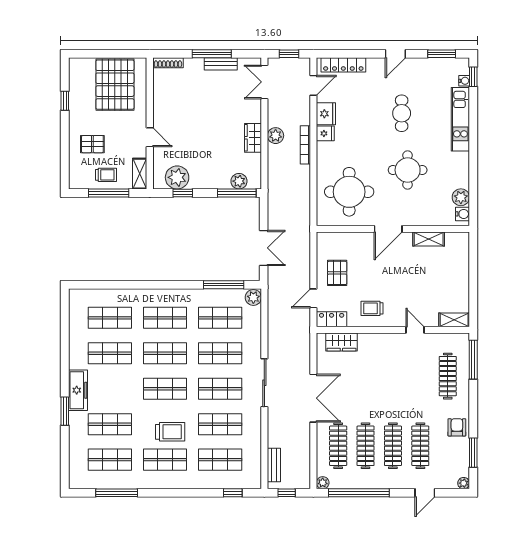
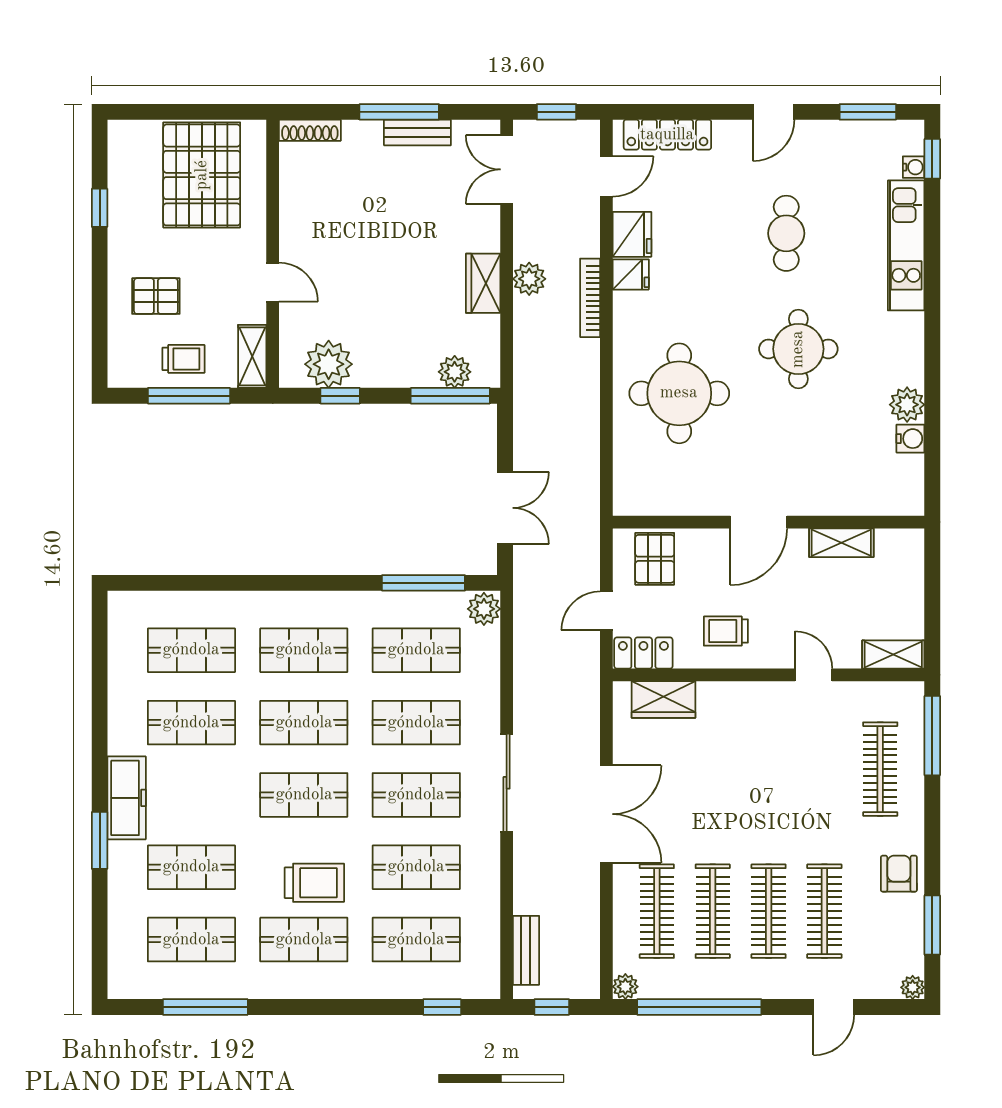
door: (388, 229) -> (759, 522), moved
wall: (393, 229) -> (769, 522), moved
shelving: (429, 239) -> (841, 543), moved

